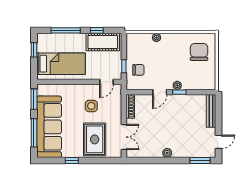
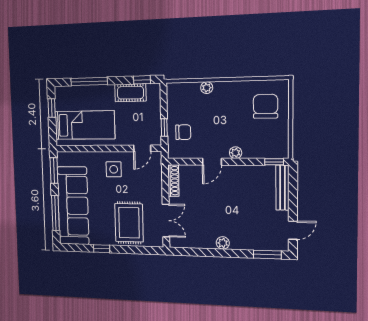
window: (97, 30) -> (142, 80), moved
cot: (103, 42) -> (130, 93), width x0.73, depth x0.75
window: (179, 92) -> (274, 162), moved
side table: (91, 106) -> (114, 169), moved

